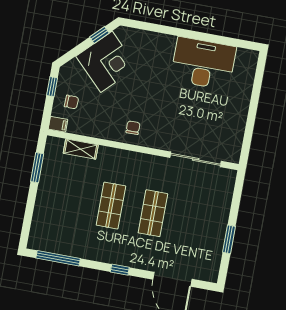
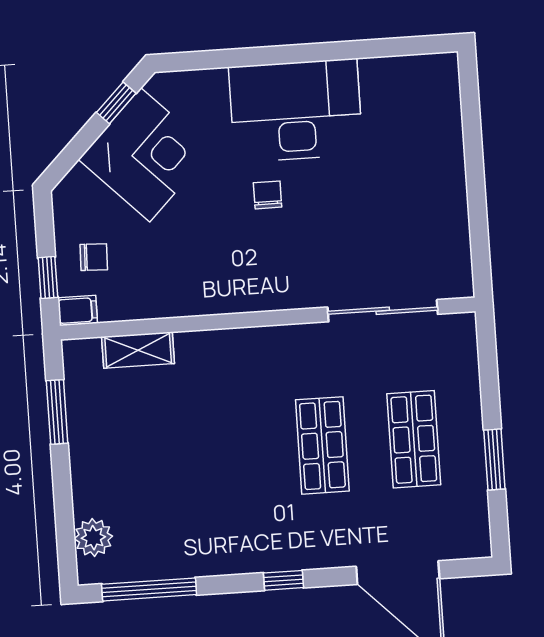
desk: (203, 63) -> (296, 110), moved
window: (52, 87) -> (48, 278), moved
chair: (133, 128) -> (268, 195), moved
shop shelf: (111, 206) -> (414, 439), moved
plant: (39, 228) -> (93, 538), added

